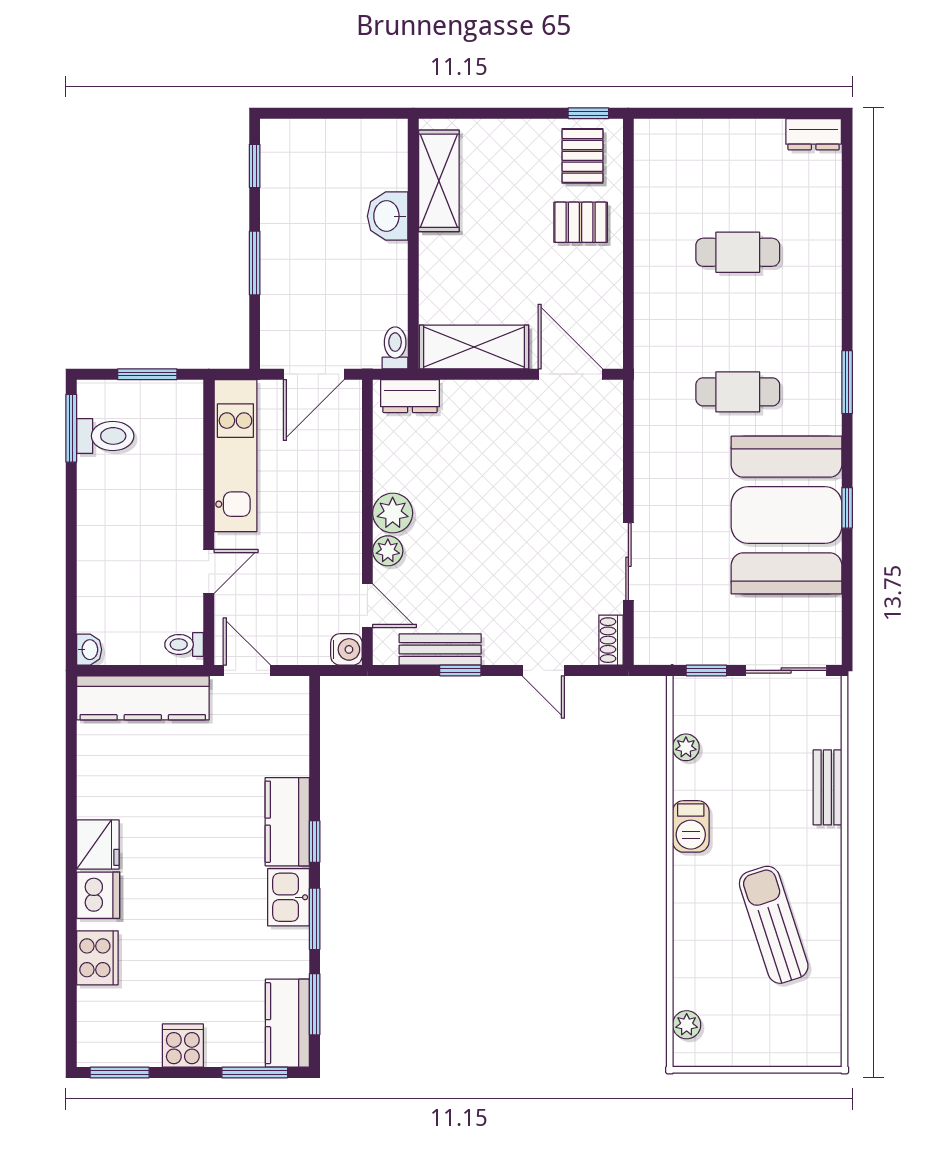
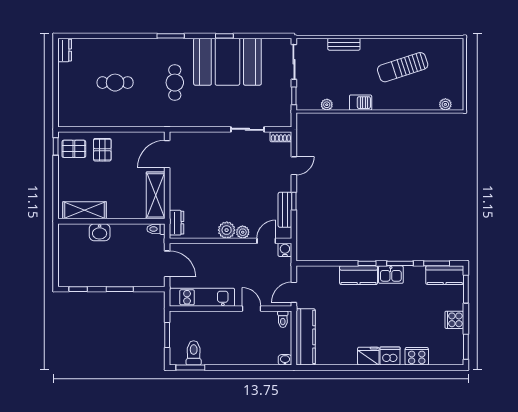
cafe table: (738, 252) -> (115, 83), turned 90

